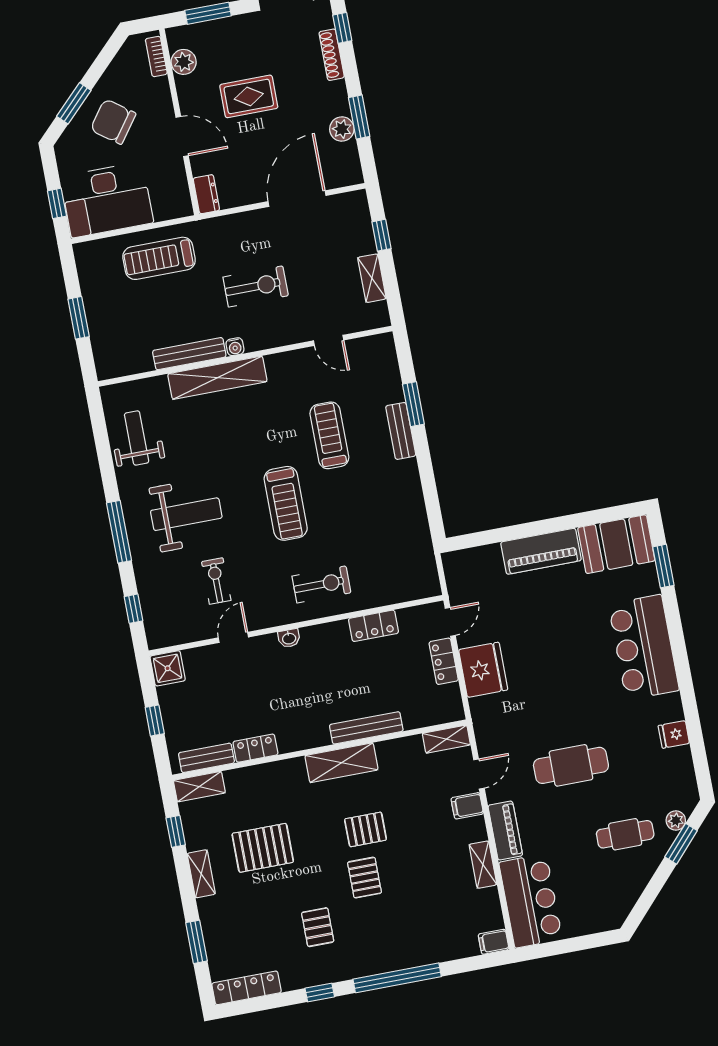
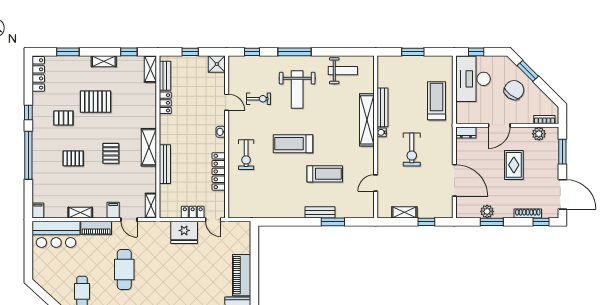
locker: (374, 626) -> (219, 171), width x1.53
pallet: (263, 848) -> (96, 102), moved, turned 90
pallet: (365, 878) -> (73, 158), moved

